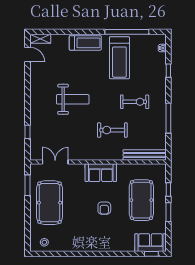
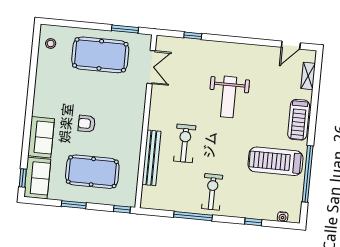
shelving: (40, 39) -> (308, 76), moved
exercise bike: (135, 102) -> (212, 192), moved, turned 180
bench: (145, 155) -> (151, 158), moved
sofa: (101, 173) -> (41, 137), moved, turned 180
window: (168, 190) -> (122, 209), moved

